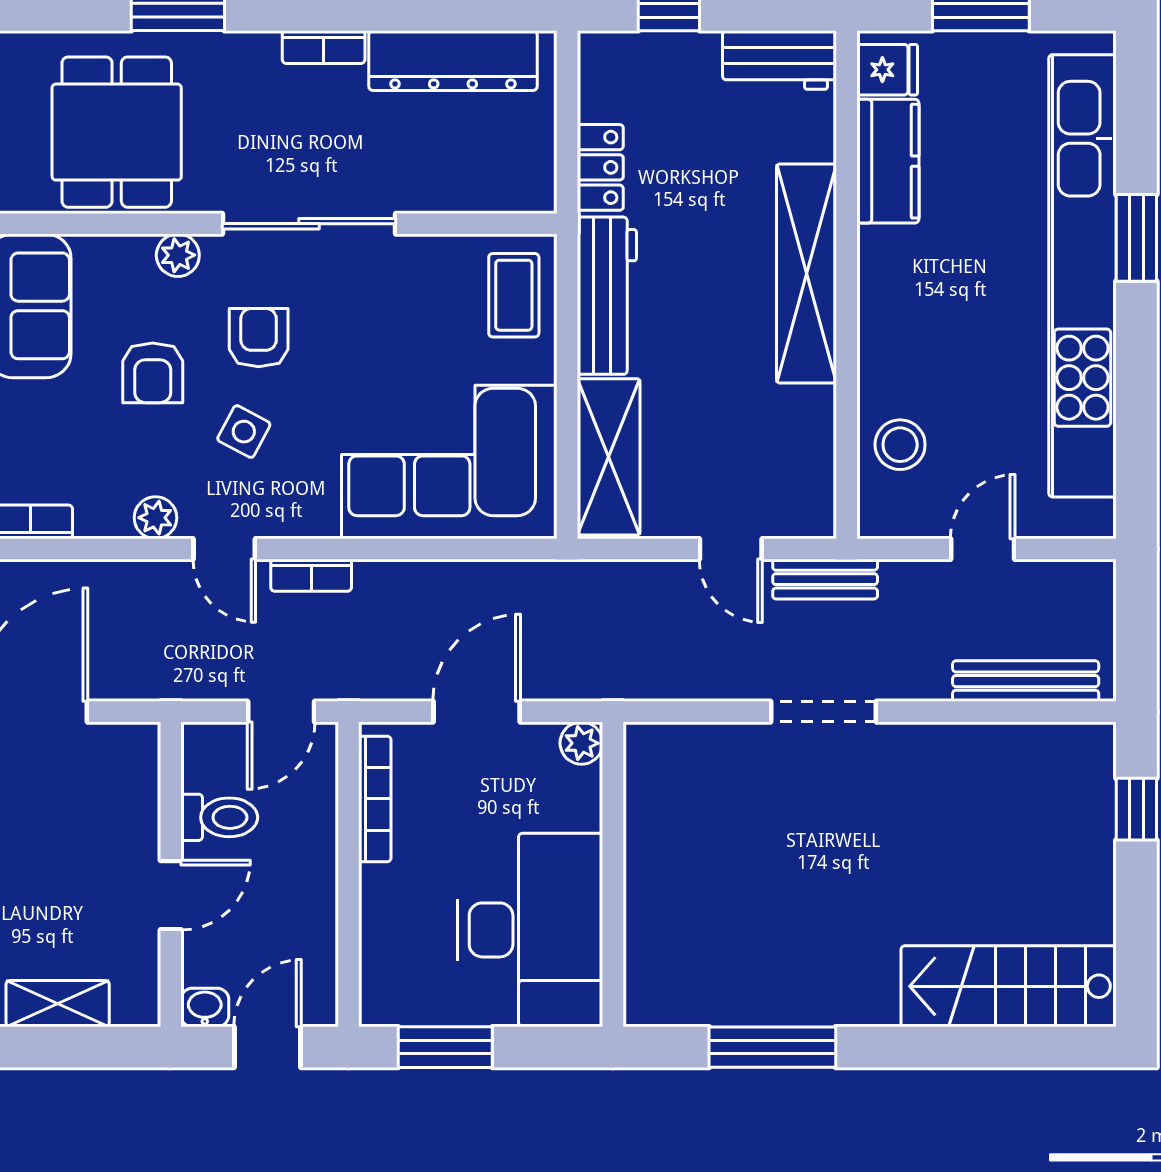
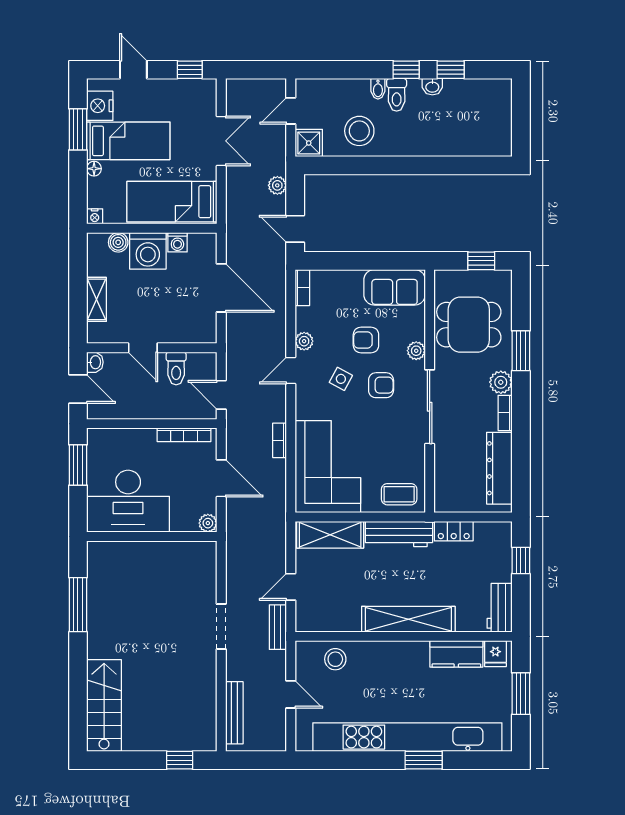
plant: (252, 57) -> (501, 382), added
bookcase: (311, 575) -> (280, 440), moved

